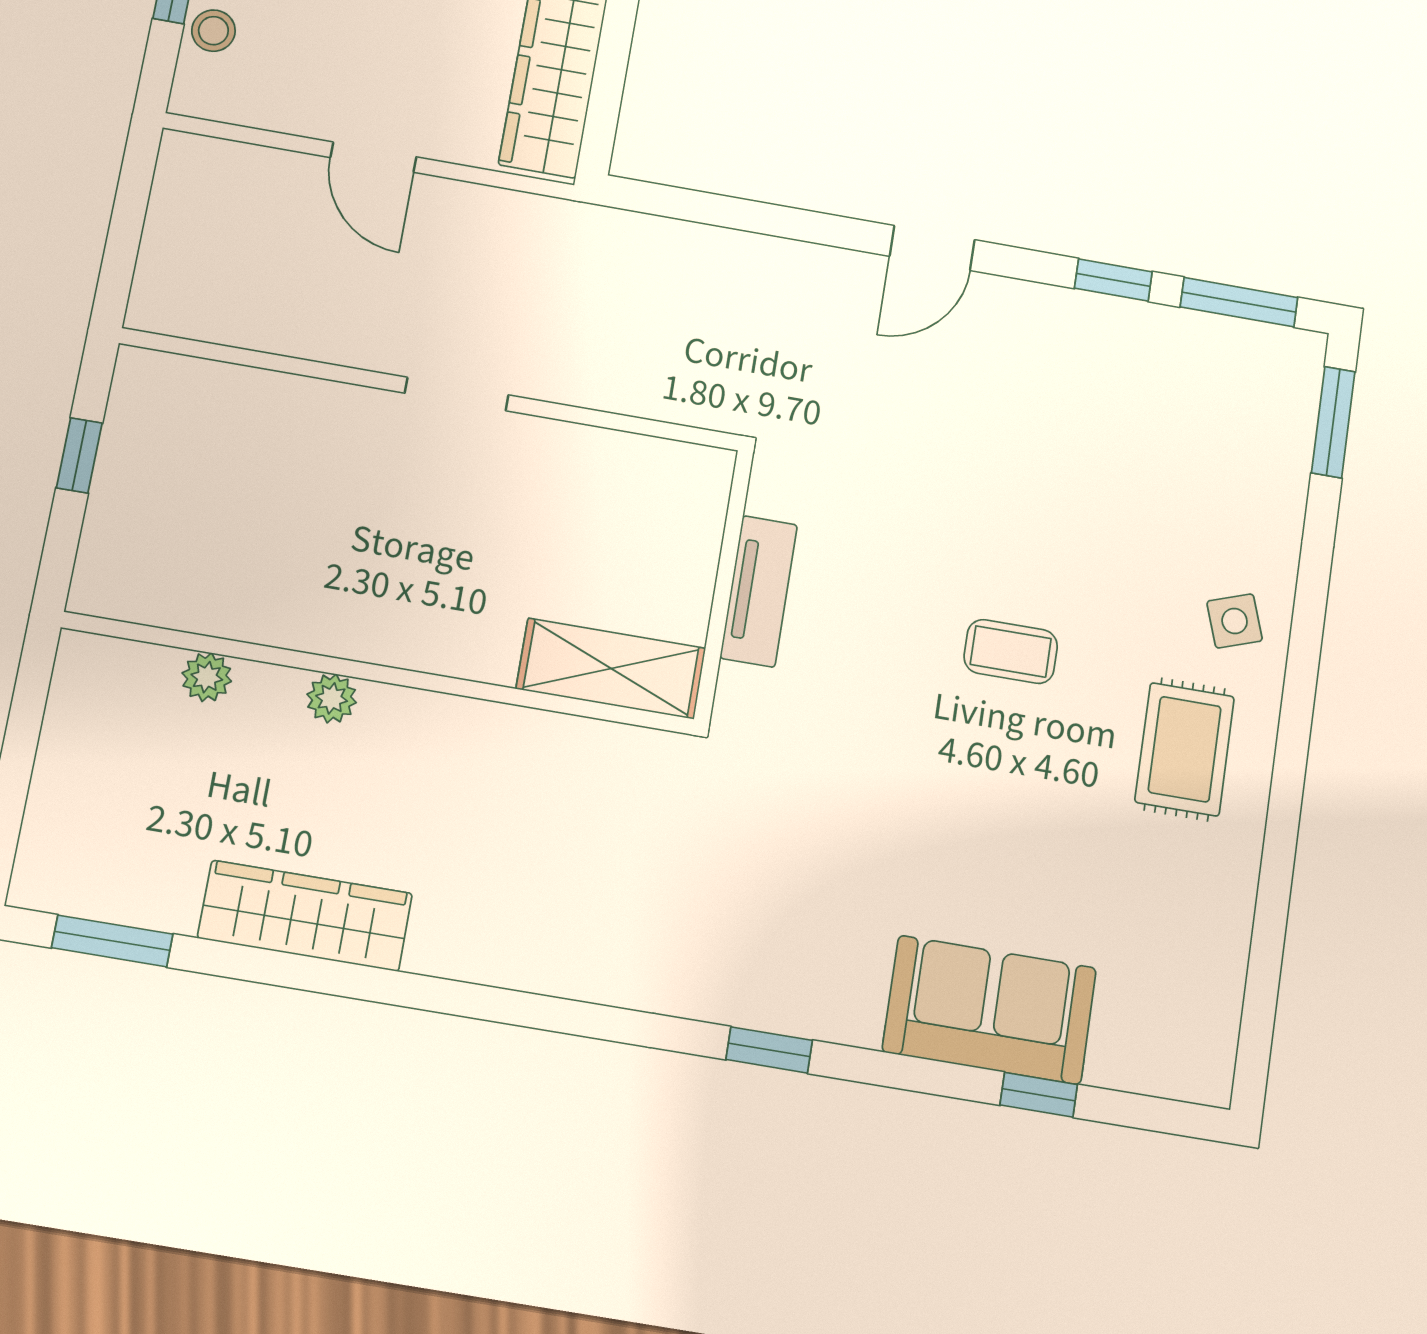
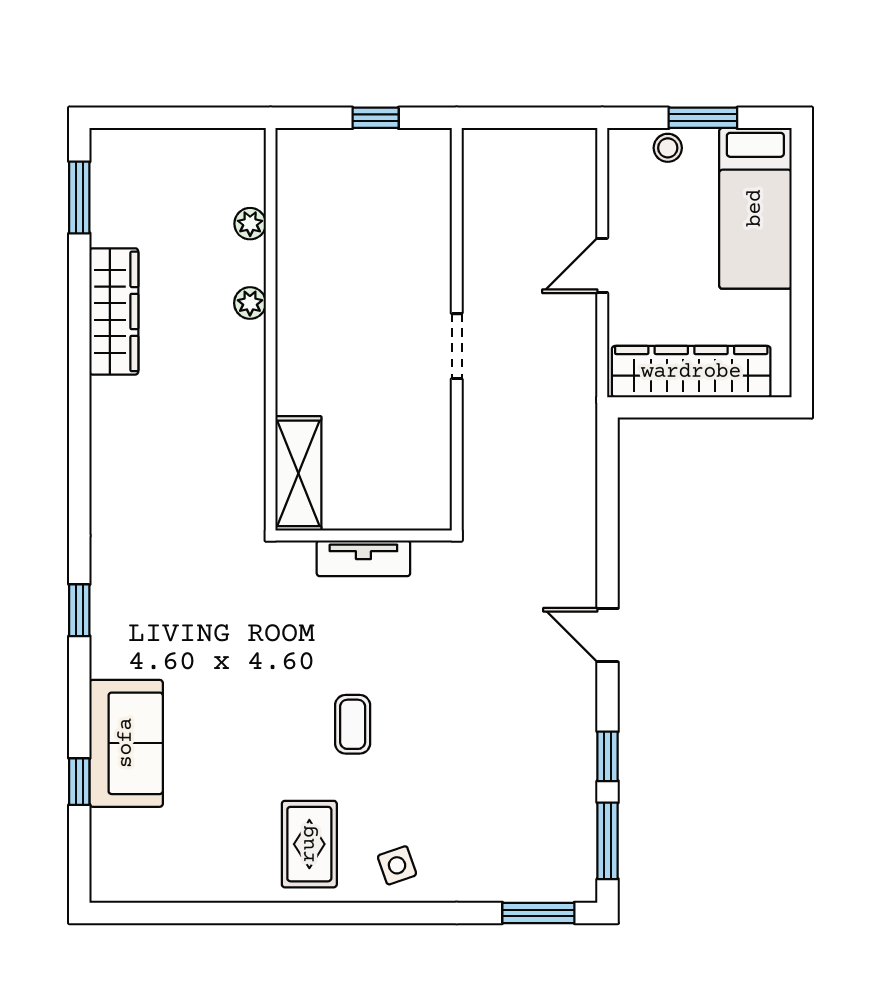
rug: (1185, 749) -> (309, 844), turned 90

